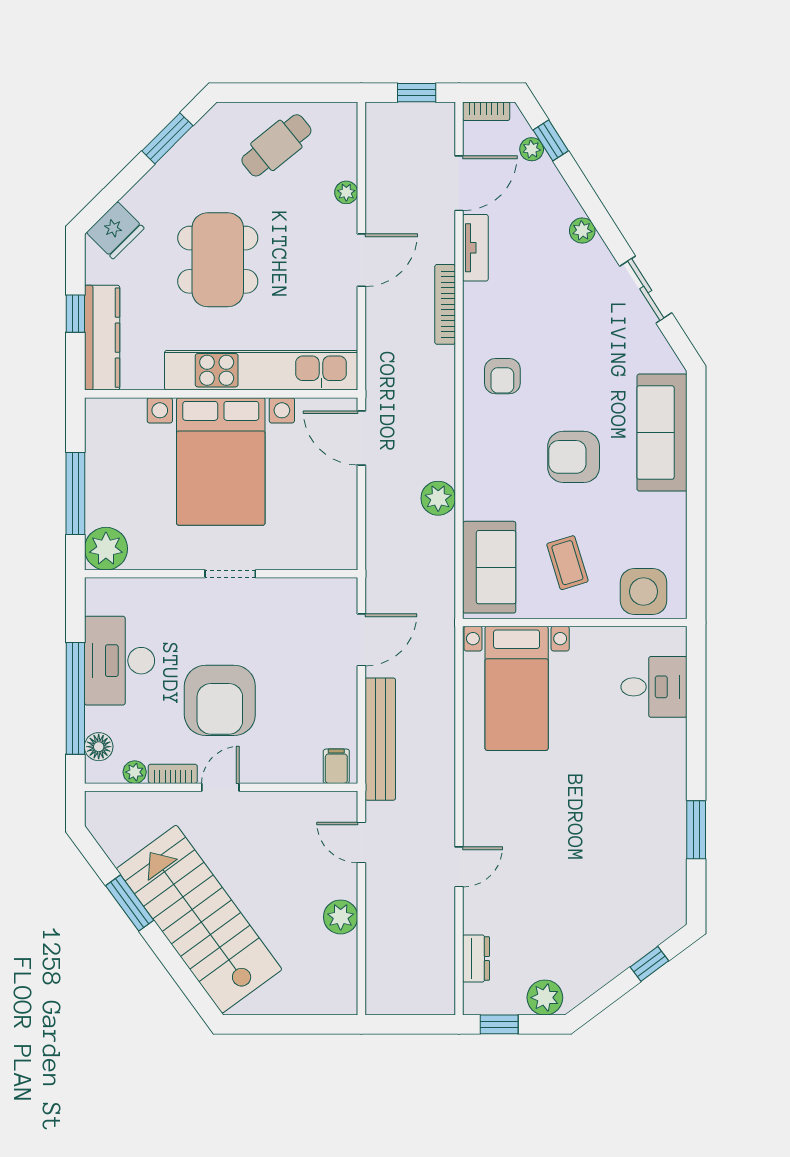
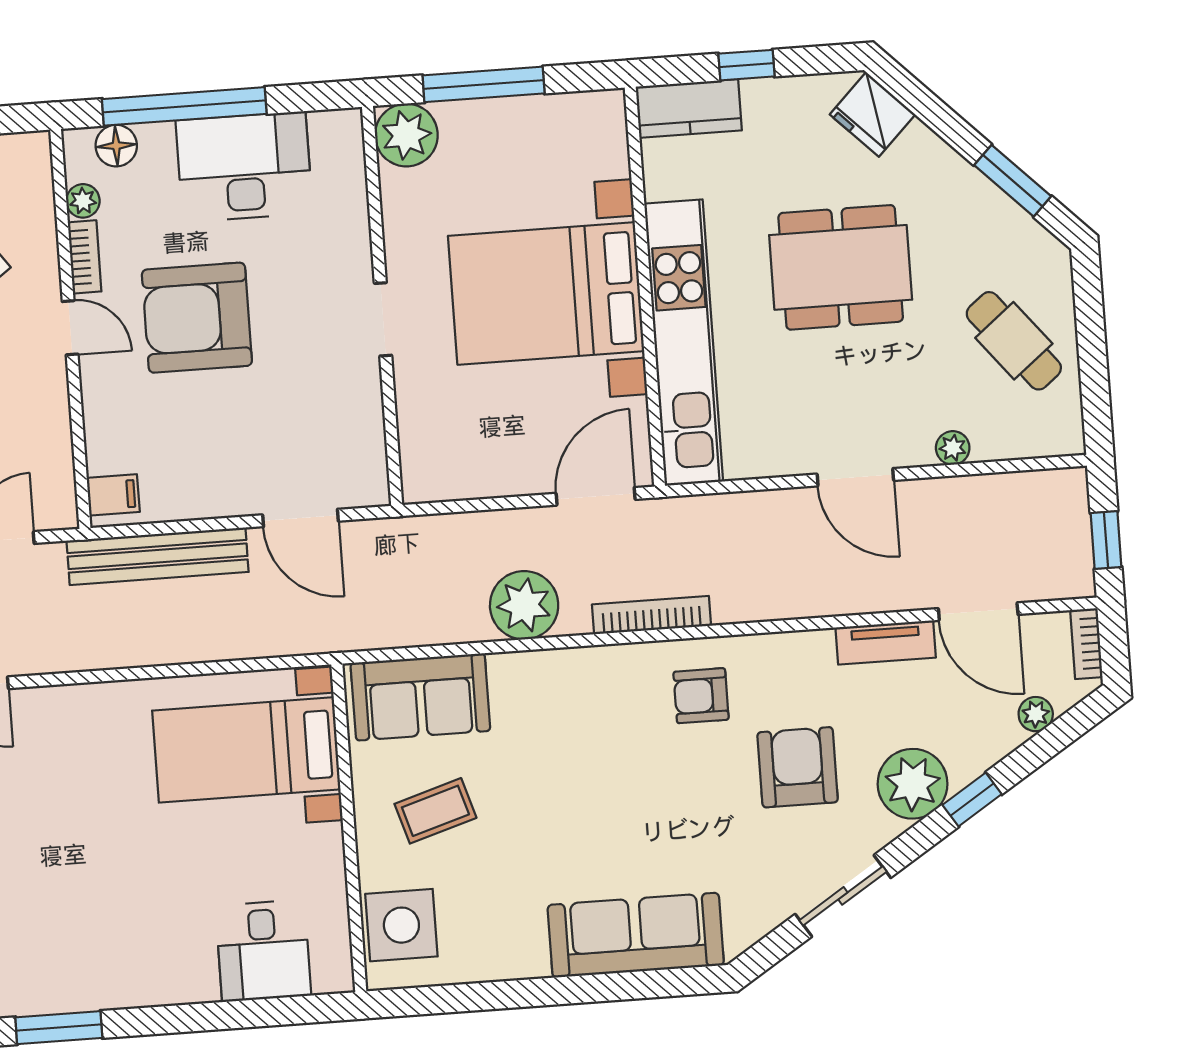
window: (551, 140) -> (972, 800), moved
plant: (582, 231) -> (913, 784), width x1.88, depth x1.88
bookcase: (445, 304) -> (651, 615), moved
kitchen counter: (102, 338) -> (689, 109), width x0.67
armchair: (574, 457) -> (798, 767), moved
plant: (438, 498) -> (524, 605), width x1.36, depth x1.36

